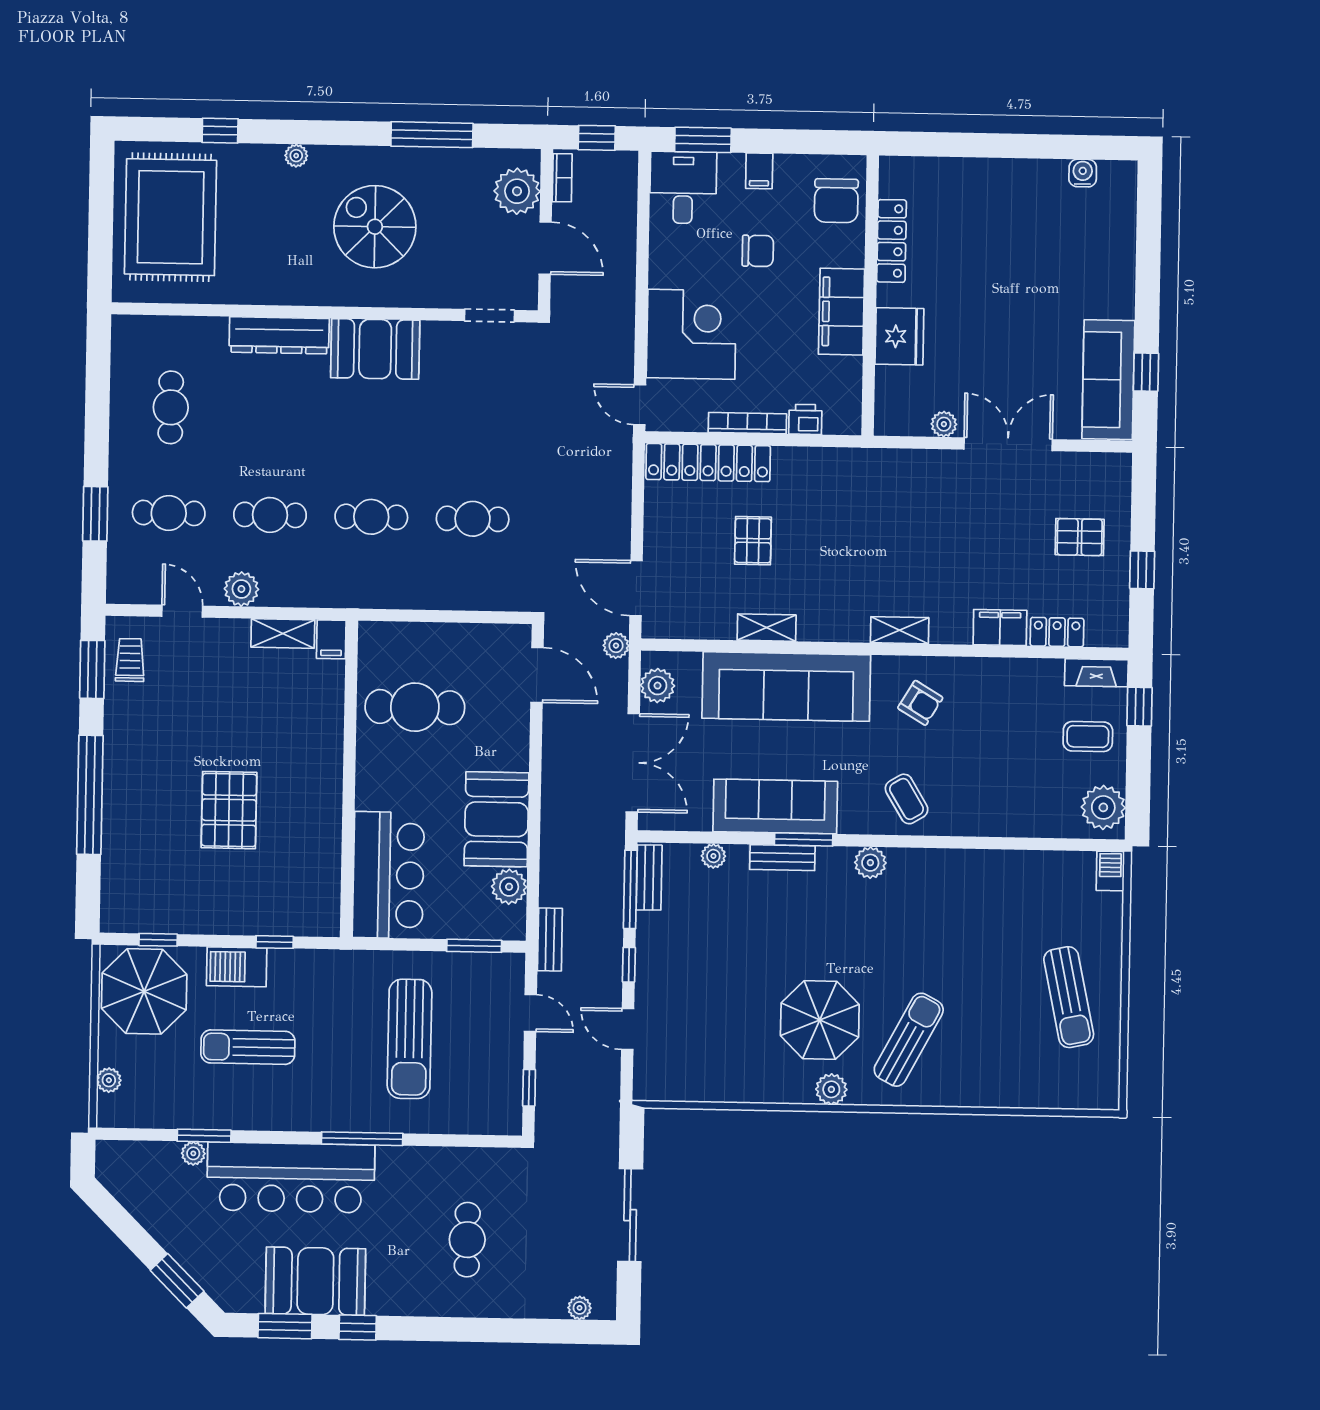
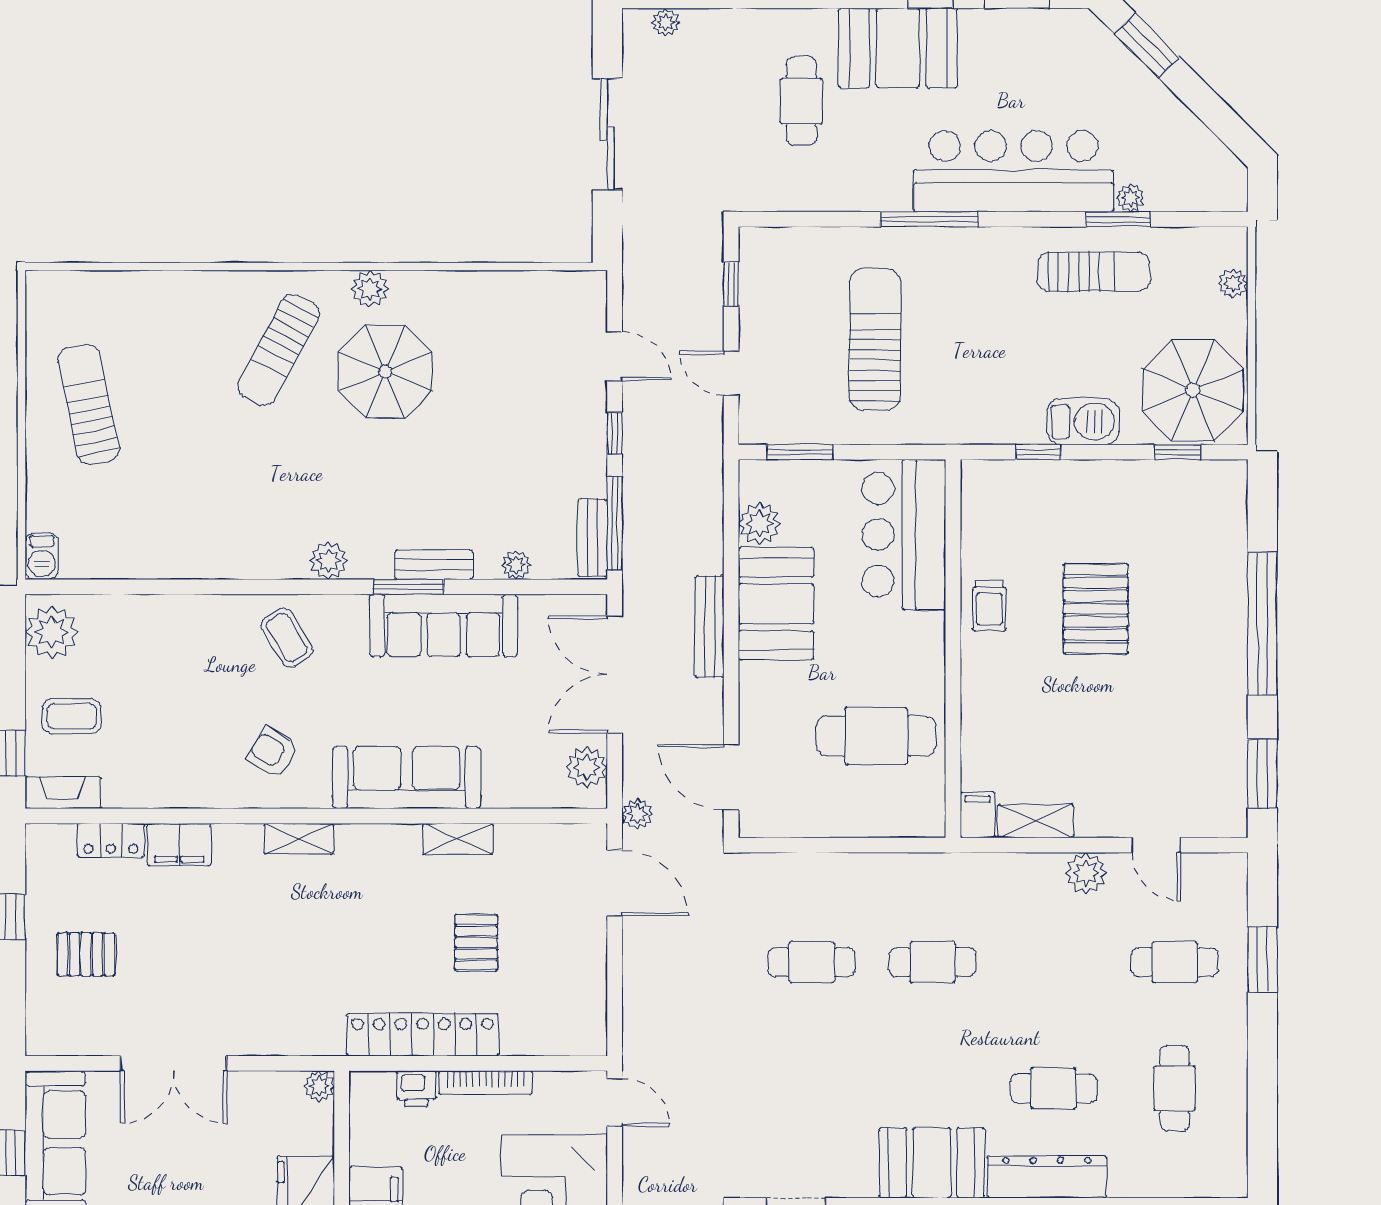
plant: (944, 424) -> (319, 1086), moved
locker: (708, 463) -> (423, 1035), moved
cafe table: (270, 515) -> (1054, 1088), moved
trolley: (130, 660) -> (989, 605), moved
sofa: (786, 687) -> (407, 777), width x0.74, depth x0.79
bench: (550, 940) -> (709, 627), moved, width x1.36
sun lounger: (248, 1047) -> (1094, 272), moved
booth: (315, 1281) -> (898, 48), moved

